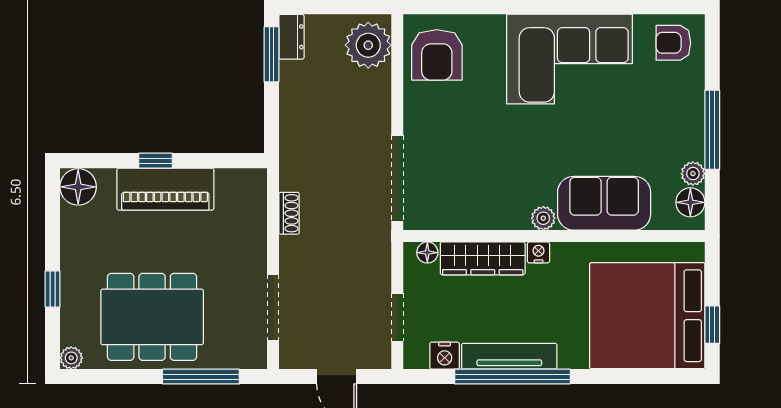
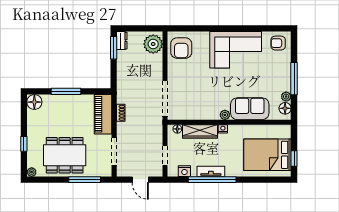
window: (156, 161) -> (66, 91), width x2.17
piano: (165, 189) -> (103, 114), moved, turned 90
bed: (647, 316) -> (267, 155), width x0.73
tv unit: (509, 356) -> (211, 171), width x0.71

